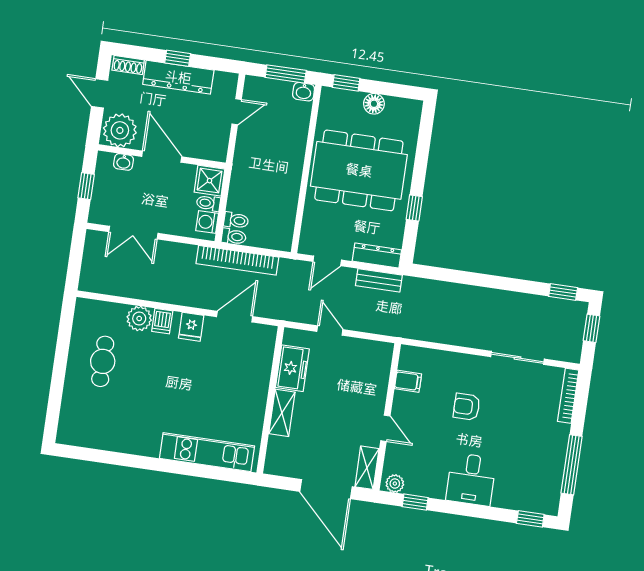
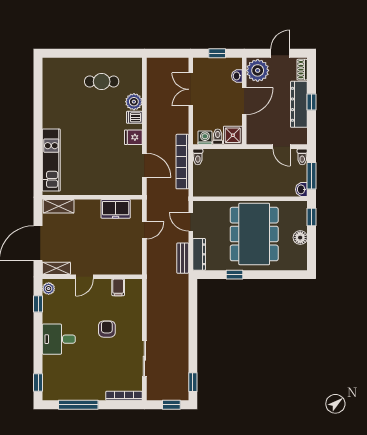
toilet: (236, 220) -> (302, 157), moved
shelving: (282, 413) -> (59, 206), moved

